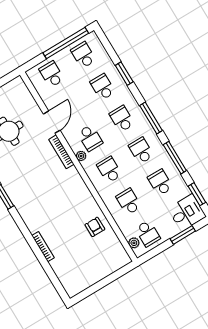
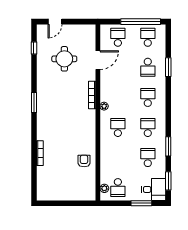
school desk: (103, 87) -> (148, 67), turned 180
window: (151, 118) -> (168, 109), removed
door: (52, 122) -> (98, 60), moved
school desk: (90, 138) -> (118, 97), removed
window: (175, 158) -> (168, 146), width x0.69
school desk: (128, 202) -> (118, 158), removed

